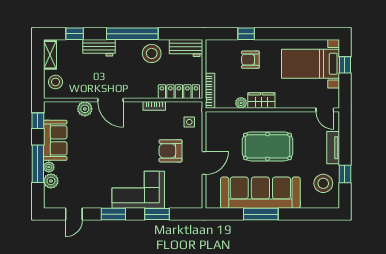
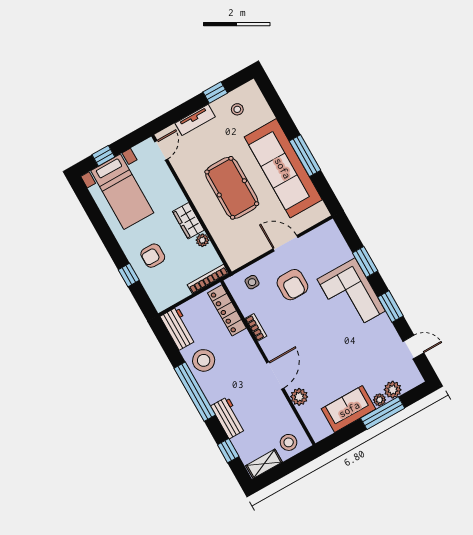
armchair: (250, 60) -> (153, 256), turned 90
window: (38, 121) -> (339, 438), removed
stool: (323, 183) -> (237, 109), width x0.53, depth x0.53

